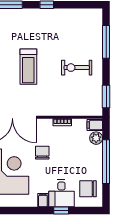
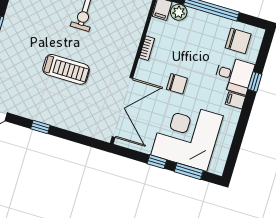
chair: (42, 153) -> (177, 84), turned 180
chair: (88, 189) -> (238, 41), turned -90

